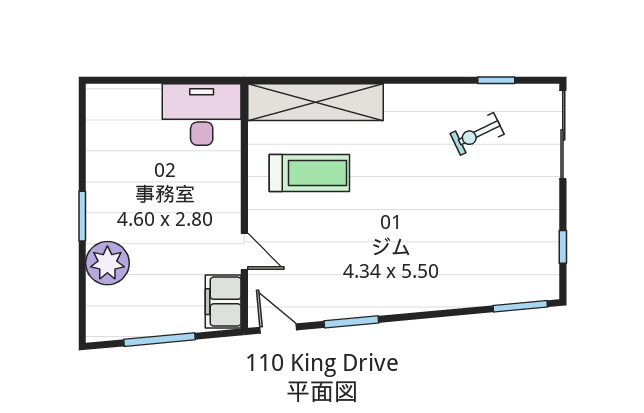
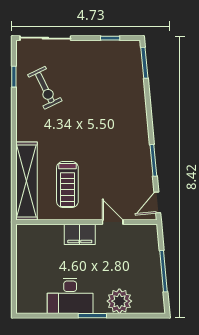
desk: (202, 115) -> (70, 296), moved, turned -90
exercise bike: (477, 134) -> (45, 88), width x1.38, depth x1.39
treadmill: (309, 173) -> (67, 185), turned 180
door: (244, 251) -> (113, 222), hinge flipped
filing cabinet: (223, 302) -> (80, 234), moved

